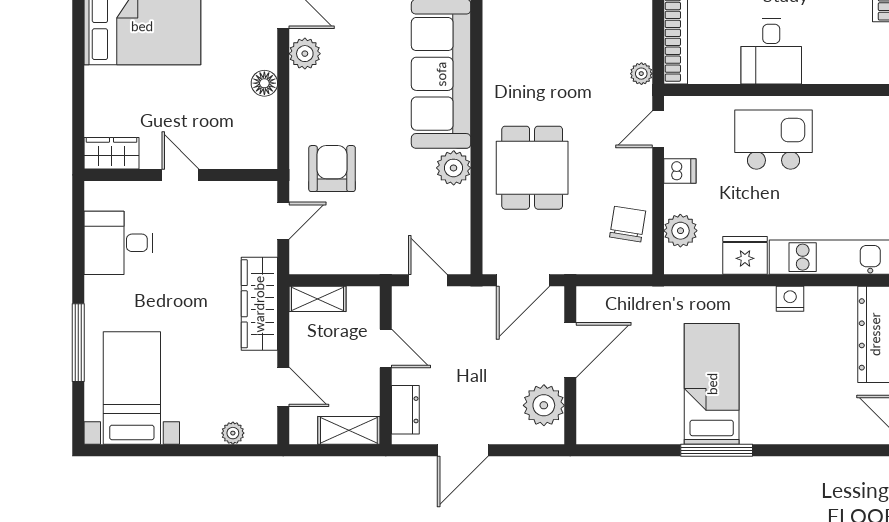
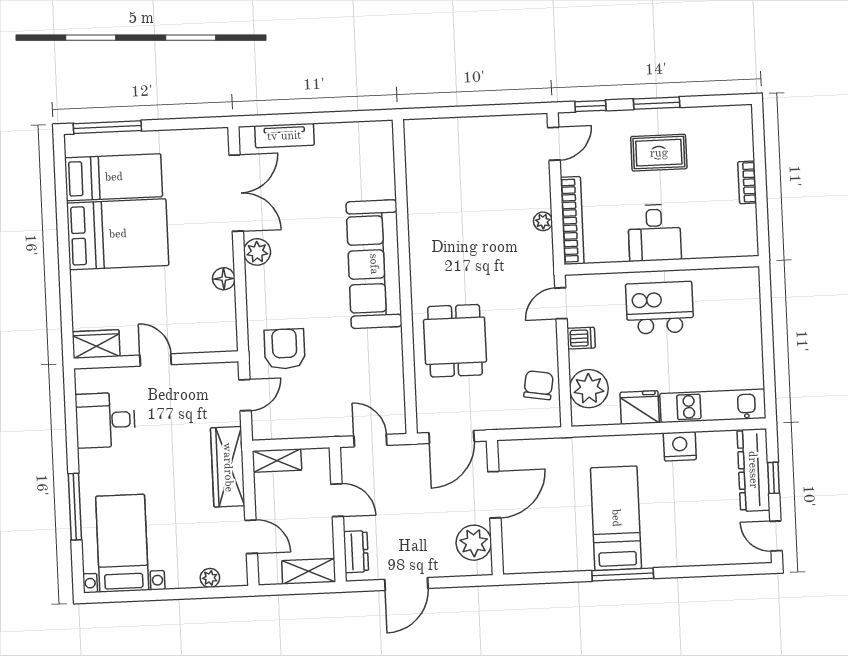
plant: (641, 74) -> (543, 221), moved
plant: (454, 168) -> (388, 344), removed
plant: (680, 231) -> (589, 389), width x1.36, depth x1.36
nightstand: (790, 299) -> (680, 446), width x1.36, depth x1.33

